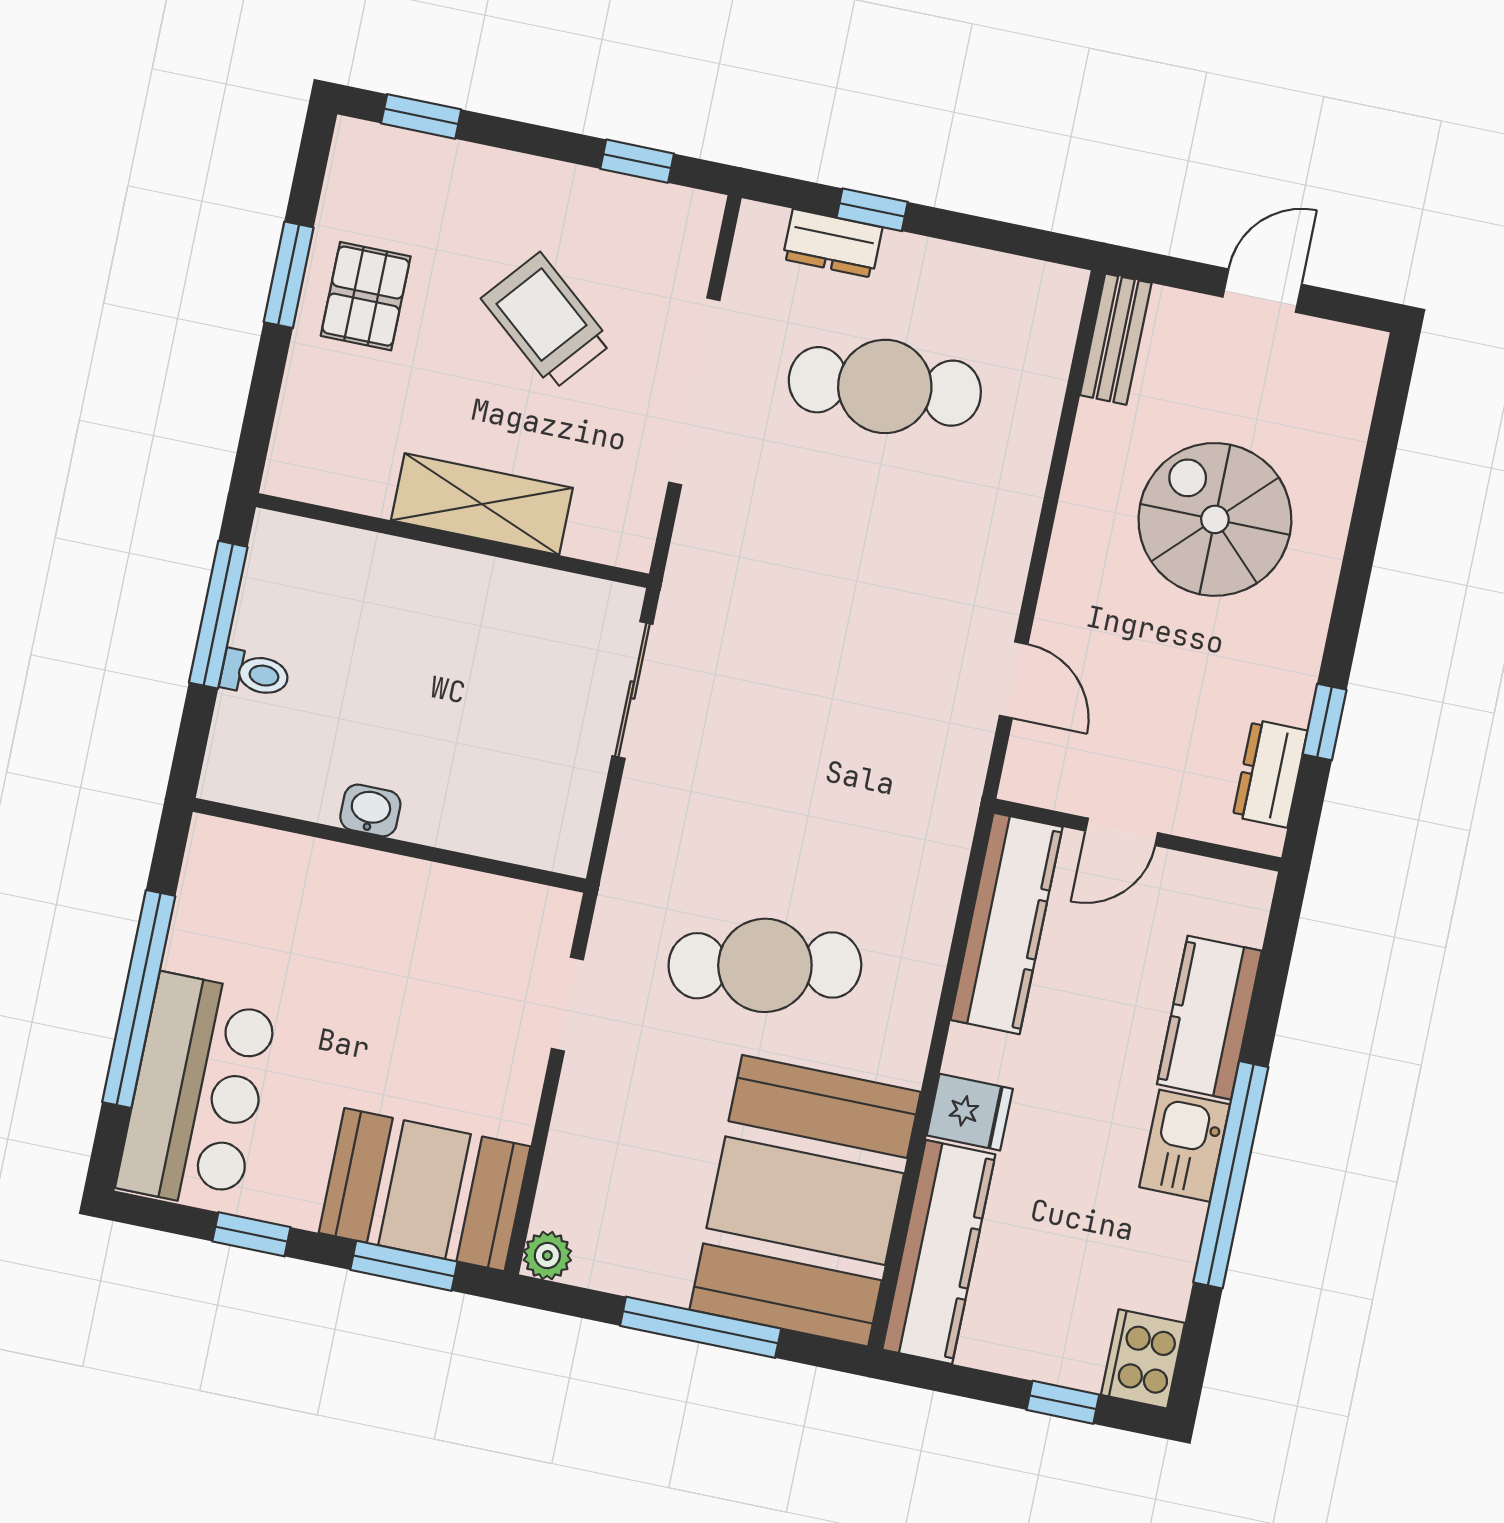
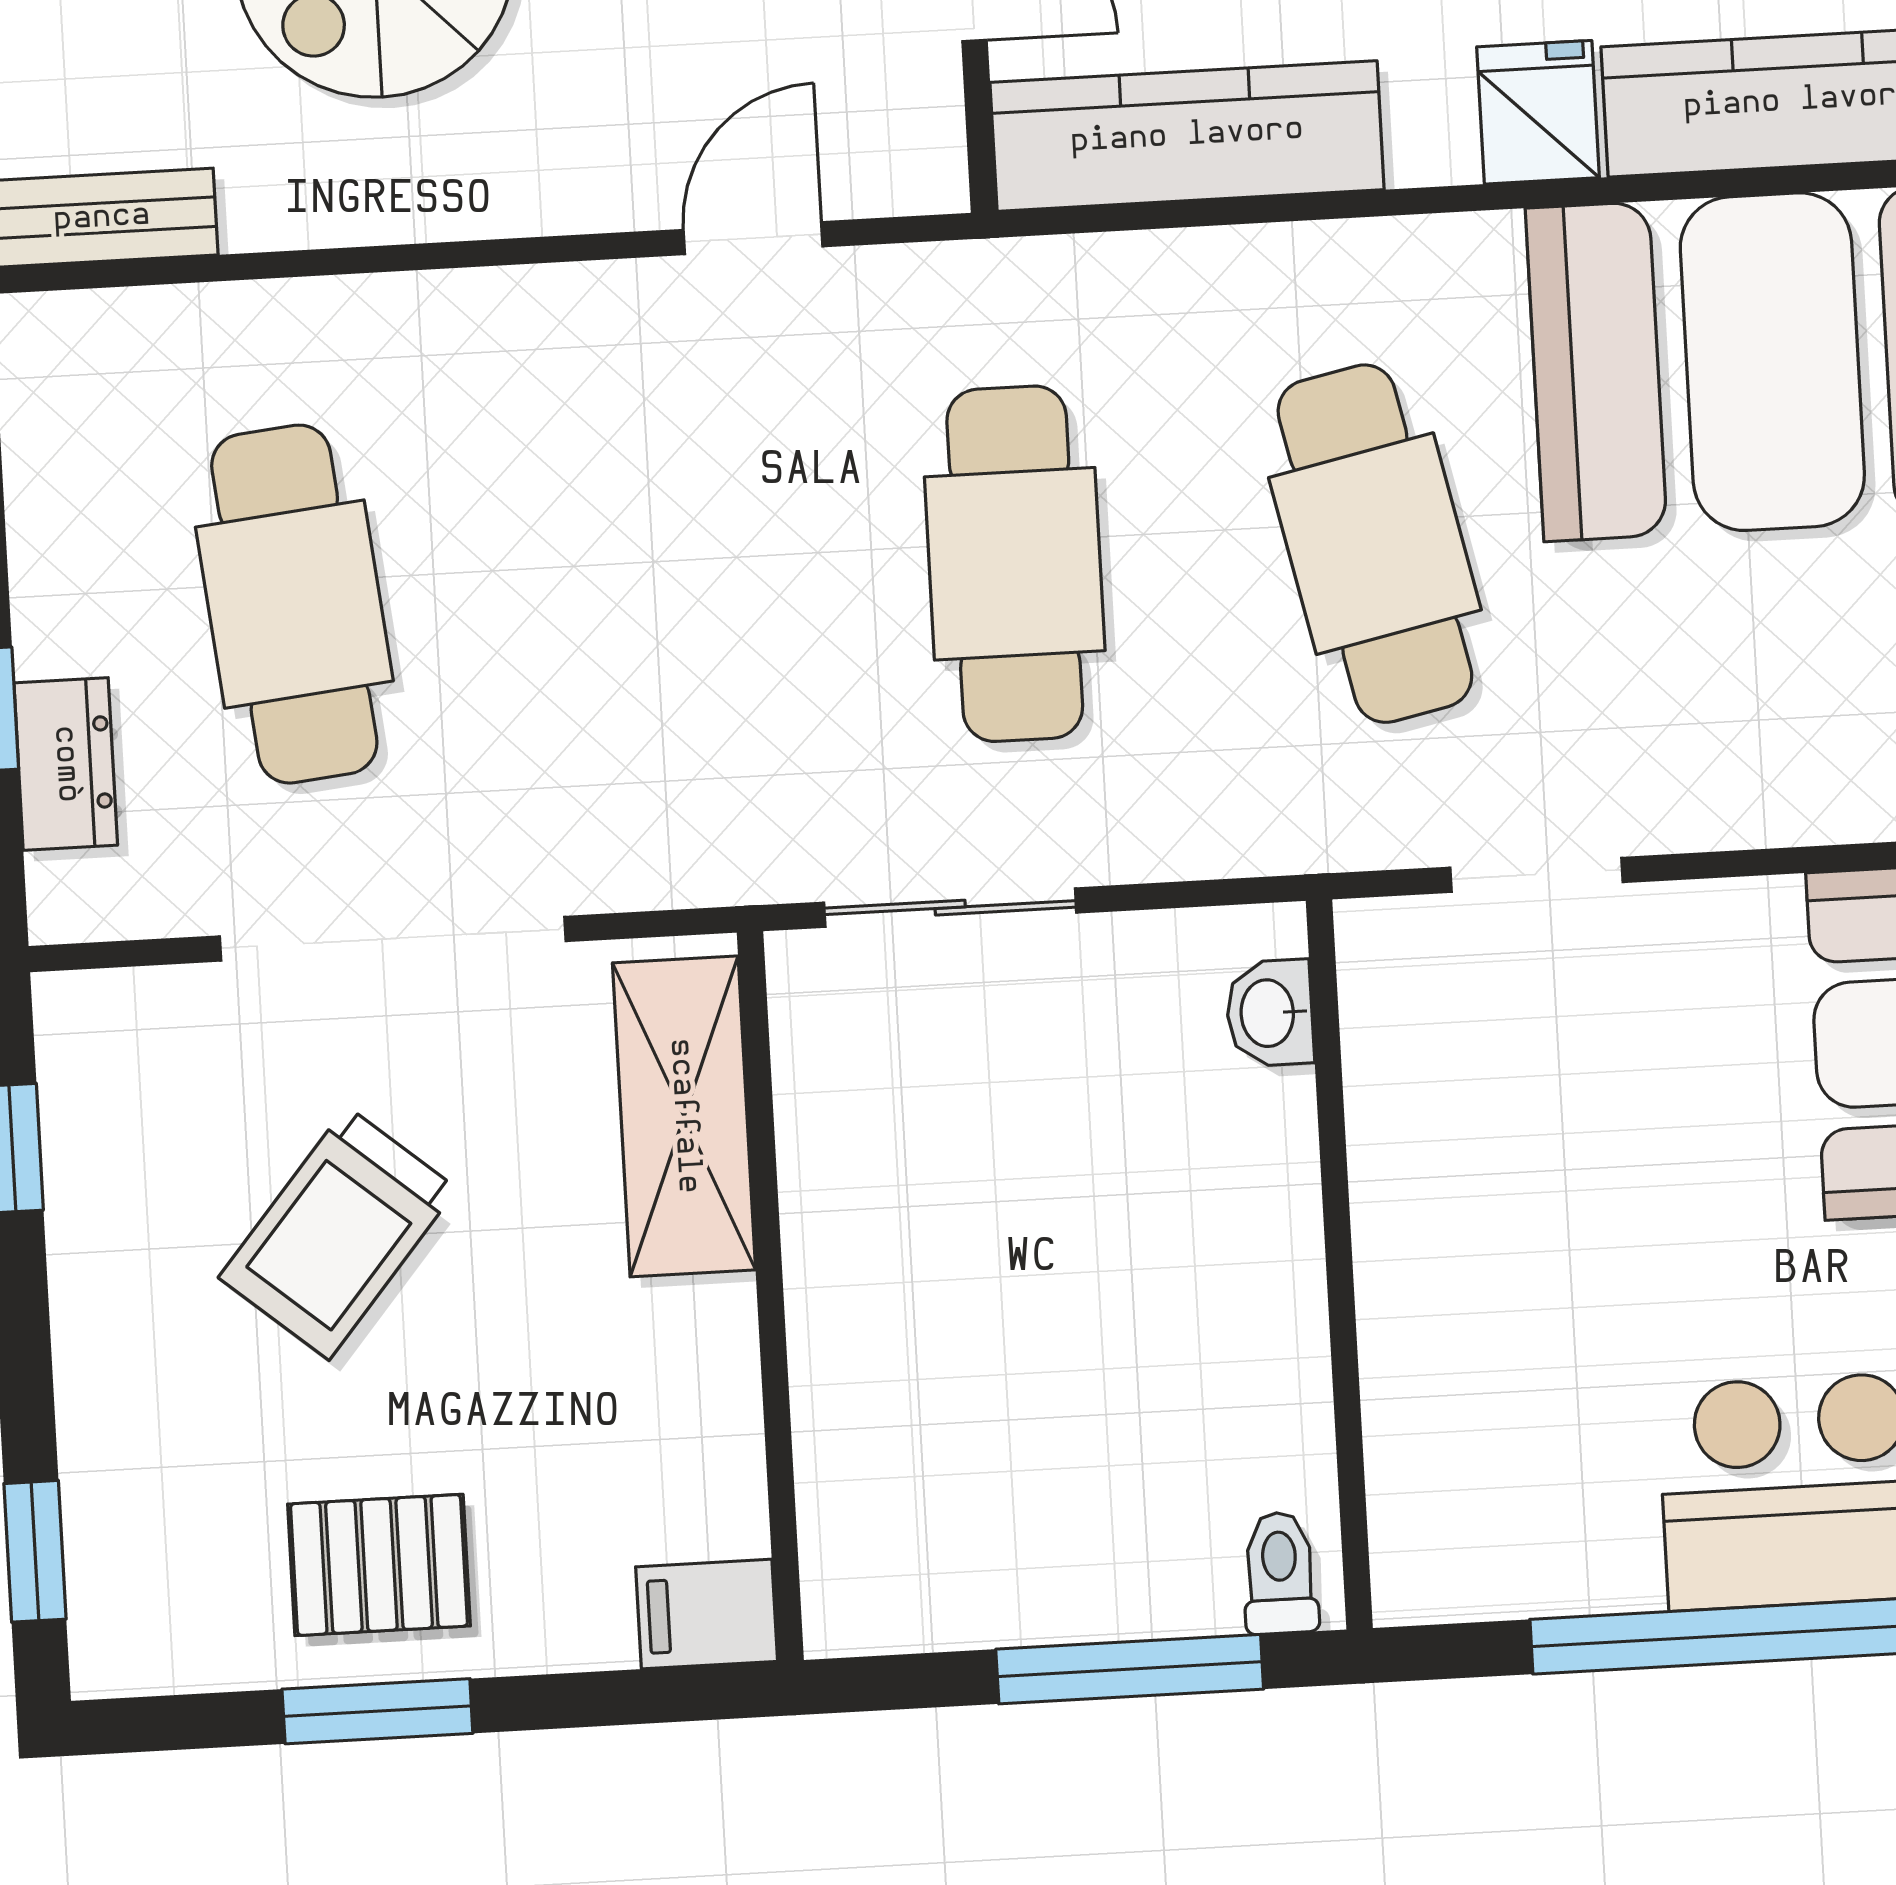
filing cabinet: (294, 462) -> (707, 1614), added
shelving: (482, 504) -> (684, 1116), moved
window: (218, 615) -> (1130, 1669), moved
toilet: (255, 674) -> (1280, 1573), moved
cafe table: (805, 772) -> (1015, 564), added
washbasin: (370, 810) -> (1270, 1013), moved

